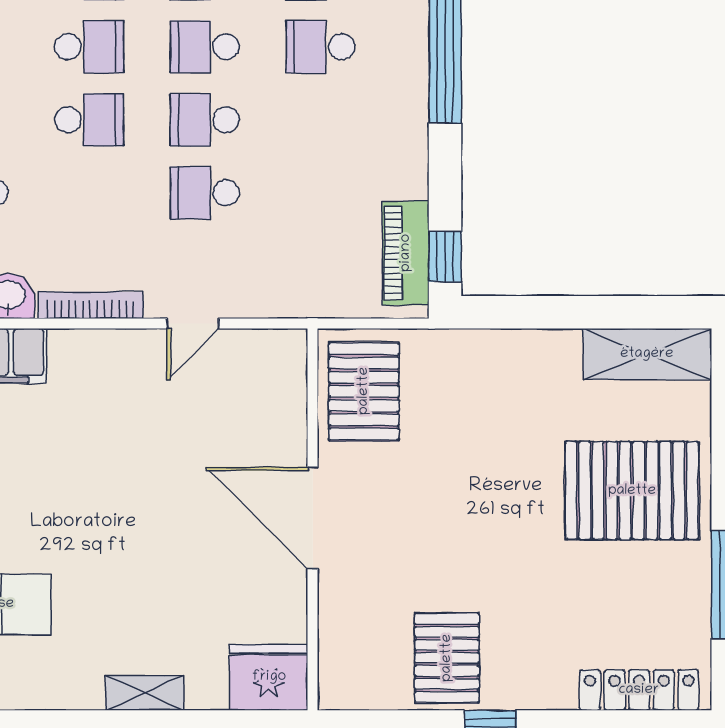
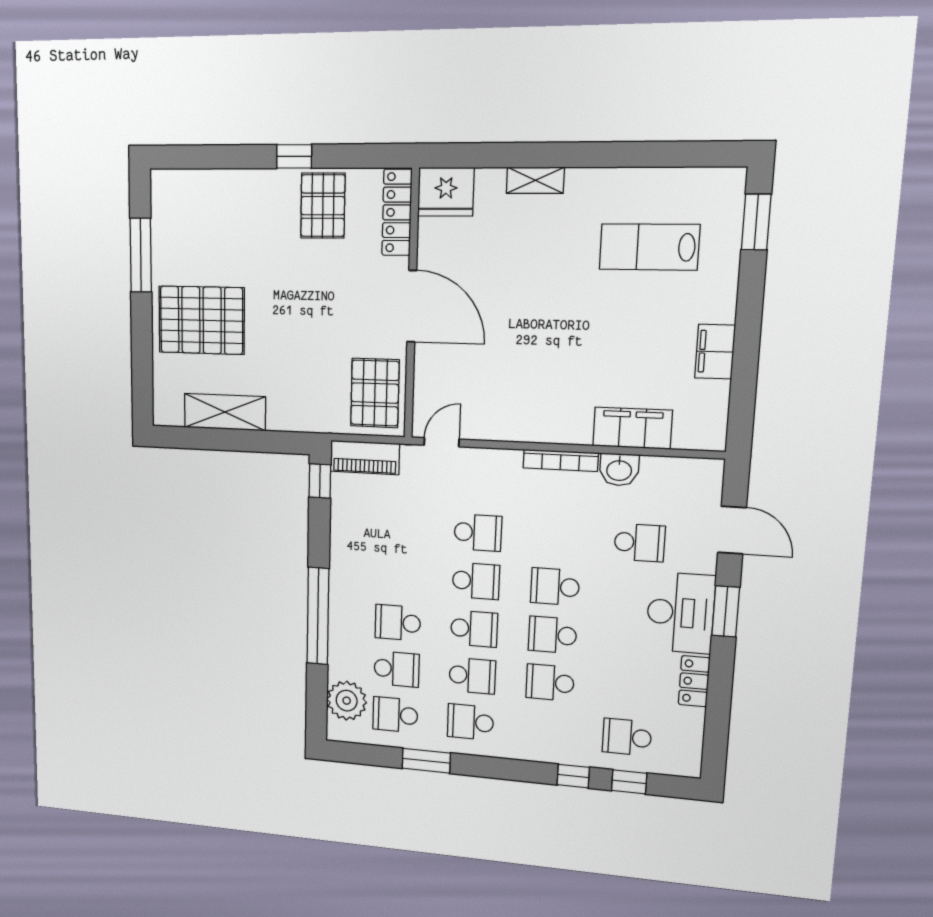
school desk: (320, 47) -> (398, 623), turned 180
piano: (406, 253) -> (365, 457), moved, turned 90
door: (193, 324) -> (442, 442), moved
shelving: (647, 354) -> (225, 412), moved
locker: (639, 690) -> (397, 212), moved, turned 90

